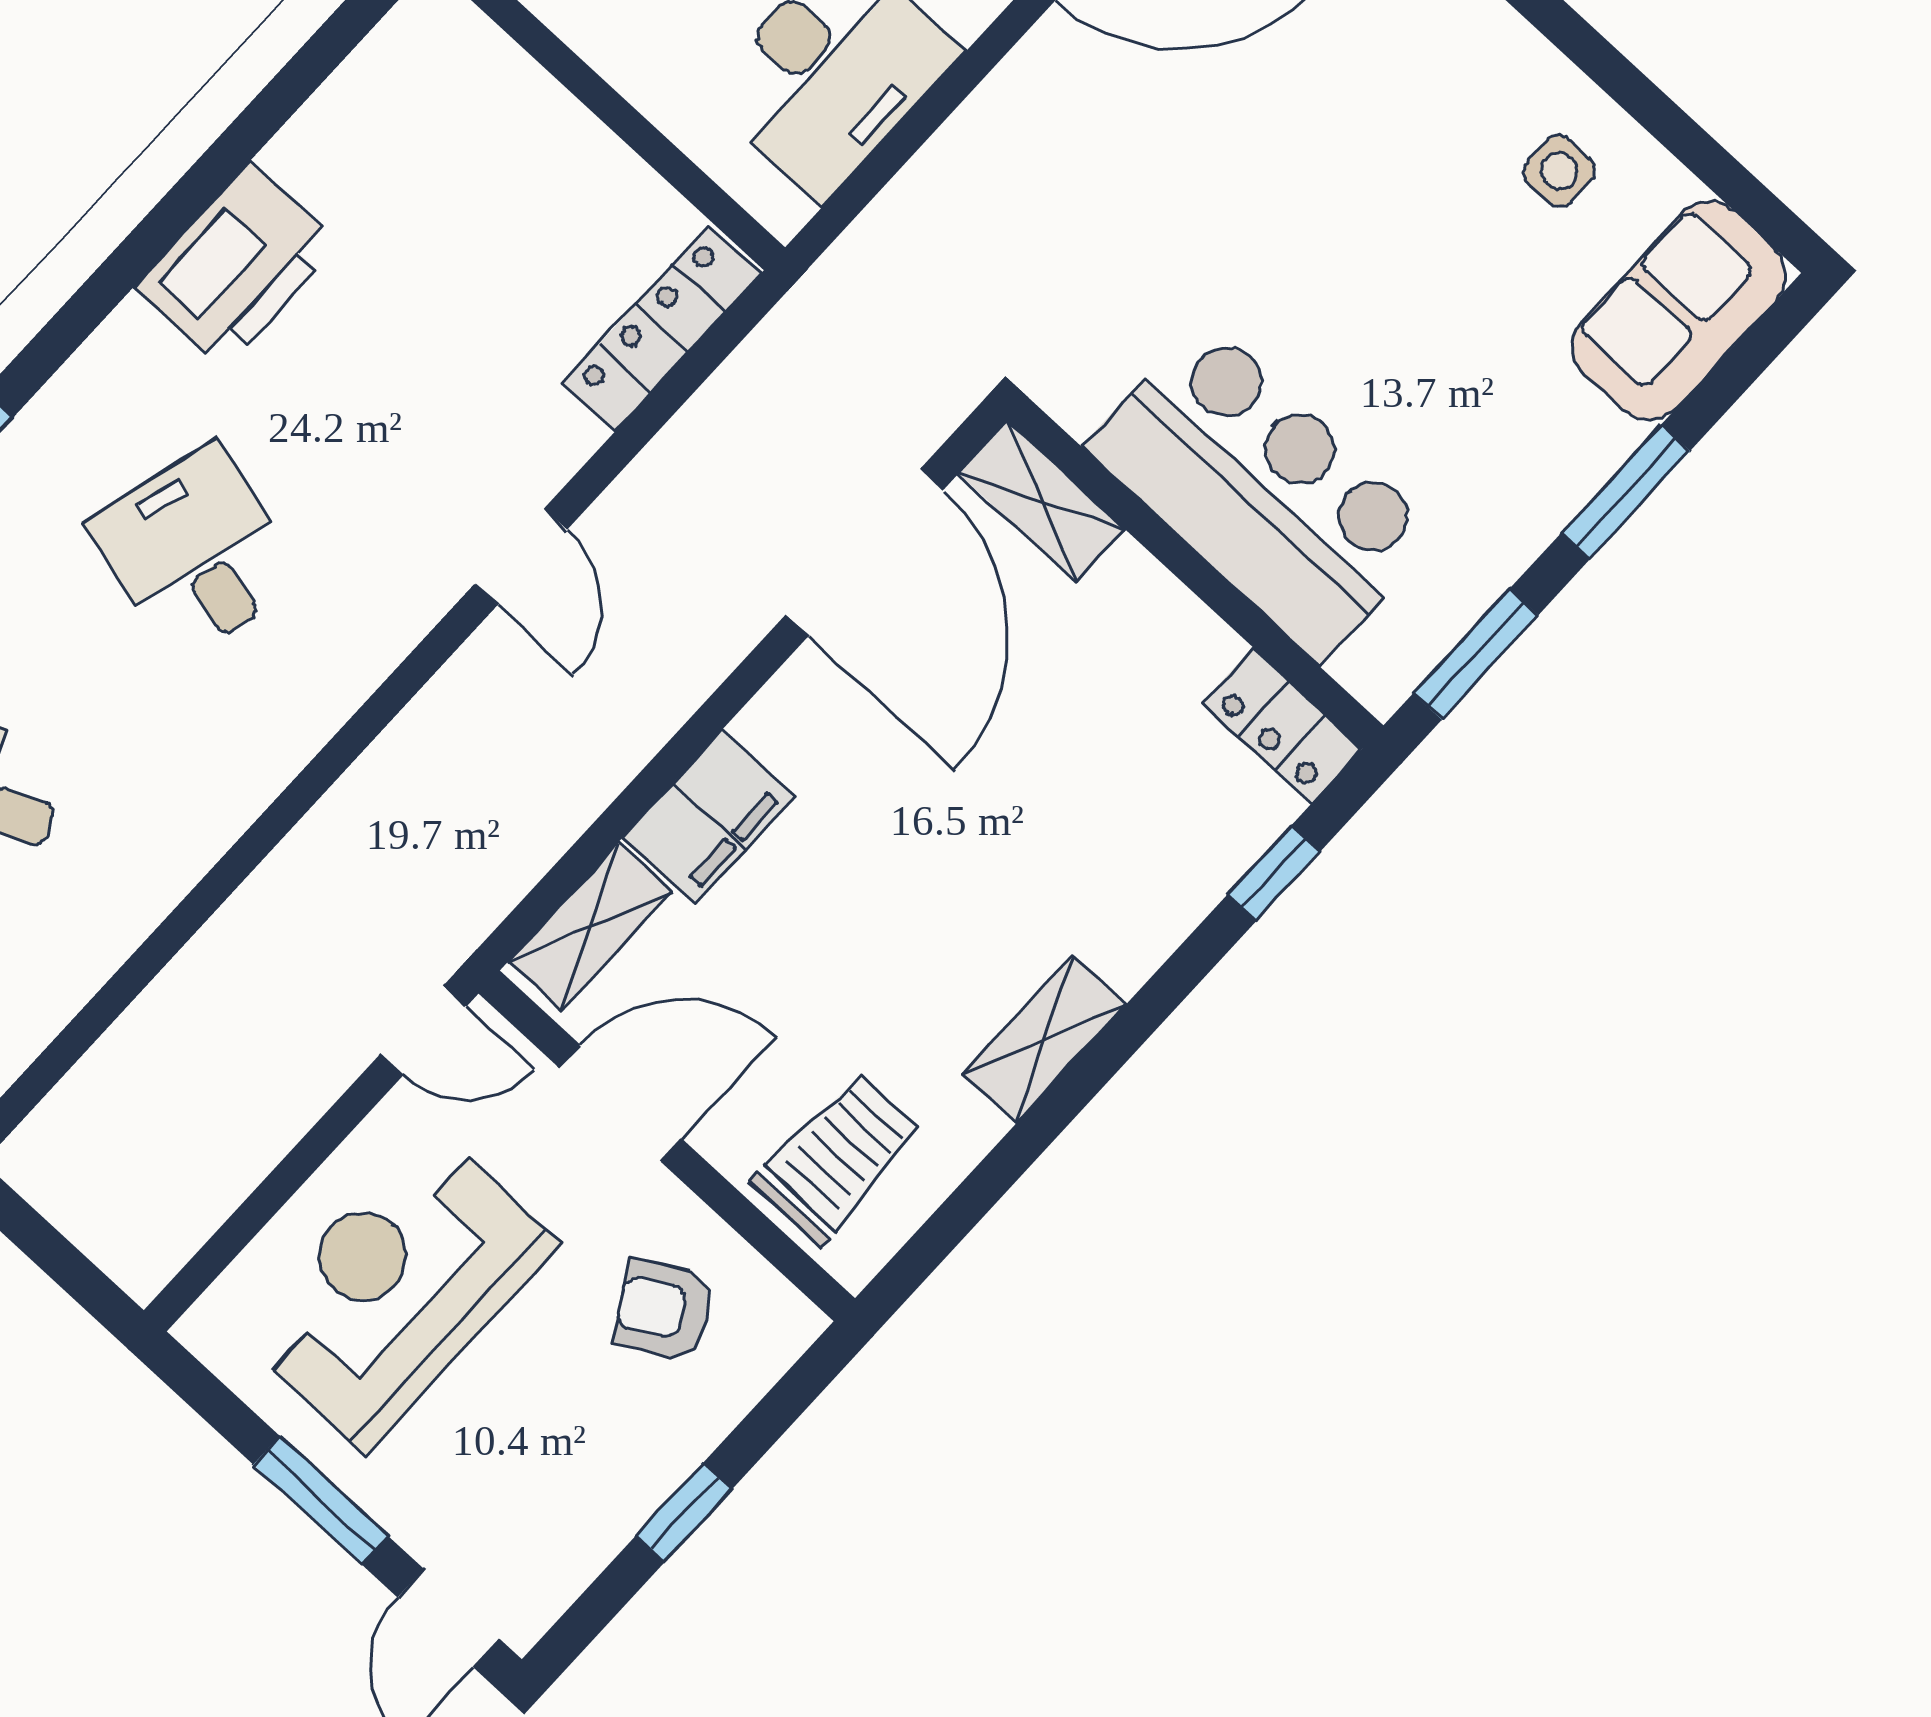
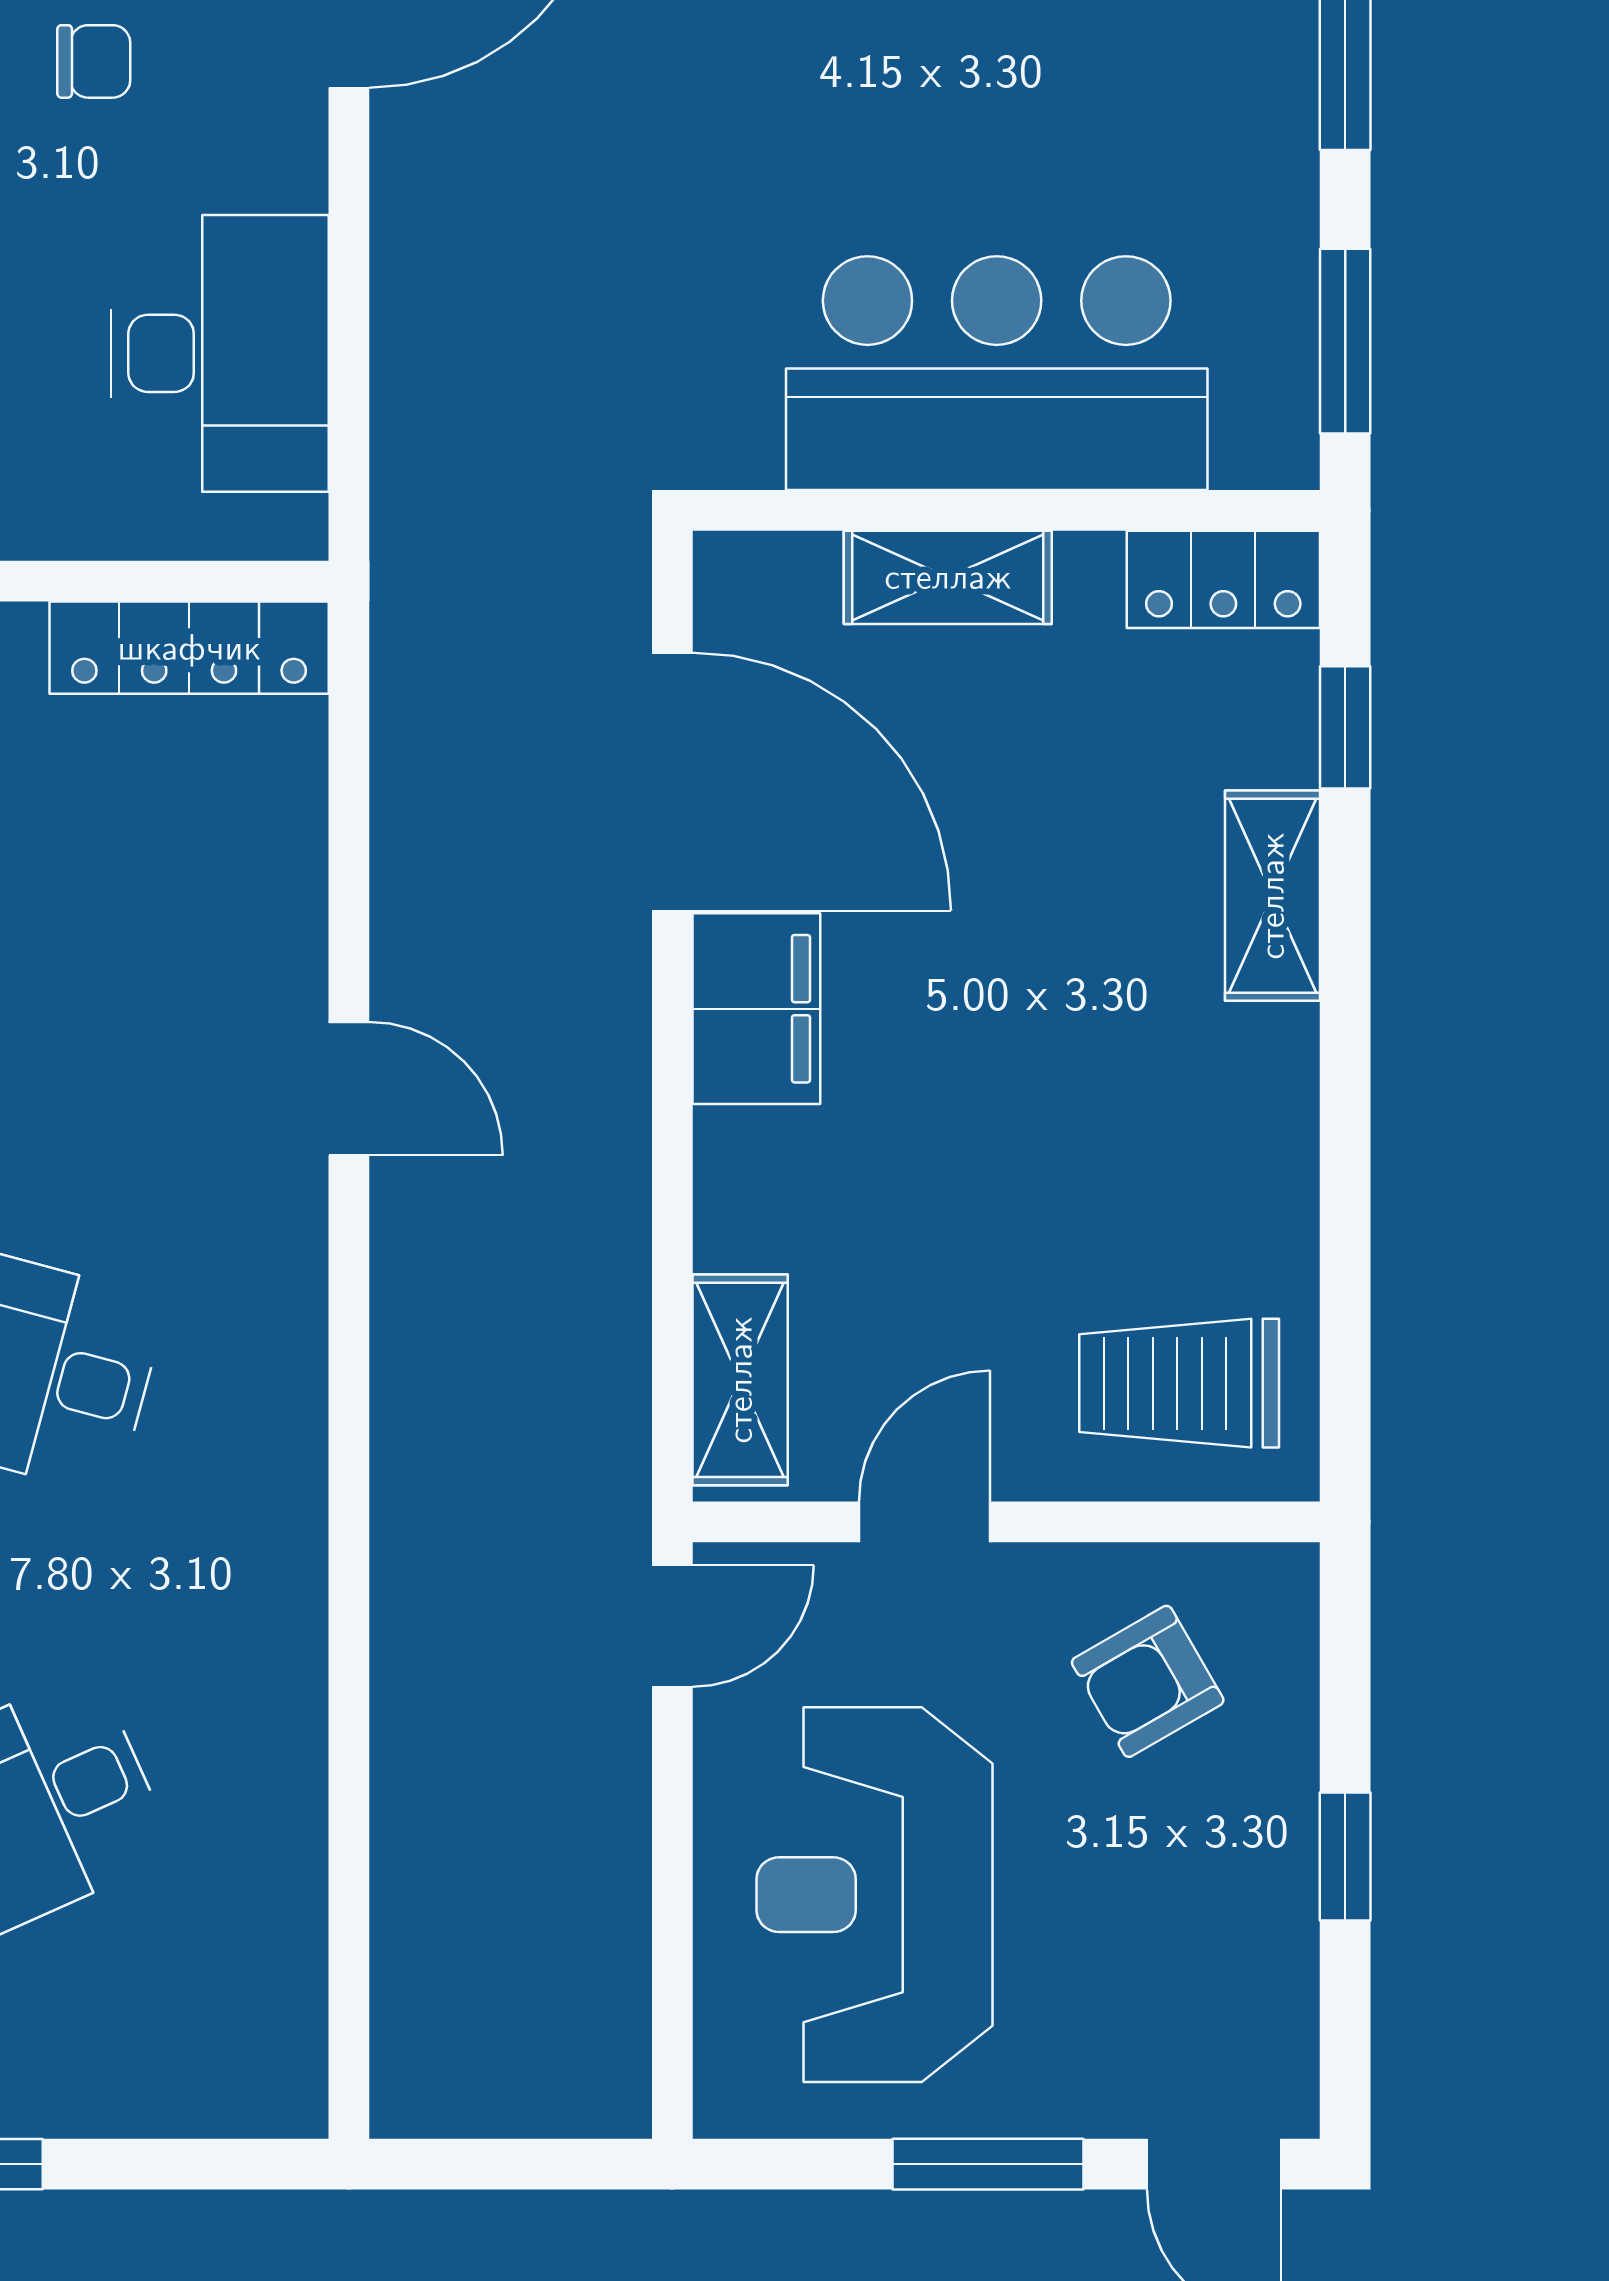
locker: (662, 328) -> (189, 648), moved, turned -90
shelving: (1042, 501) -> (948, 577), moved
filing cabinet: (709, 816) -> (756, 1009), moved
shelving: (1044, 1039) -> (1272, 896), moved
door: (620, 1103) -> (925, 1522), width x0.73
trolley: (837, 1158) -> (1179, 1383), turned -90

